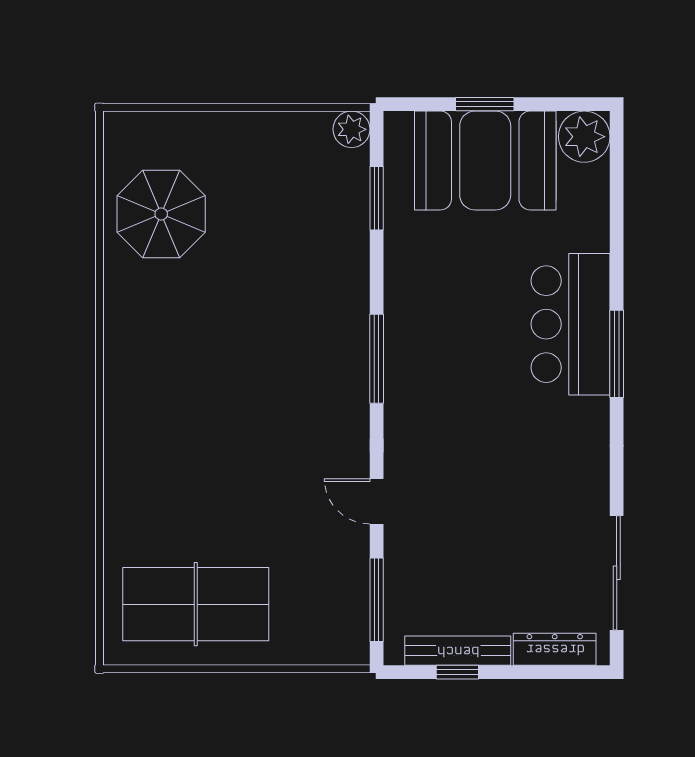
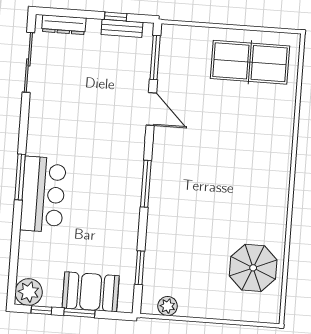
window: (557, 104) -> (41, 310), added
plant: (352, 129) -> (168, 306), moved
booth: (485, 160) -> (91, 292), width x0.73, depth x0.70
door: (377, 501) -> (151, 109), width x1.38
bench: (458, 651) -> (122, 28), width x0.73

